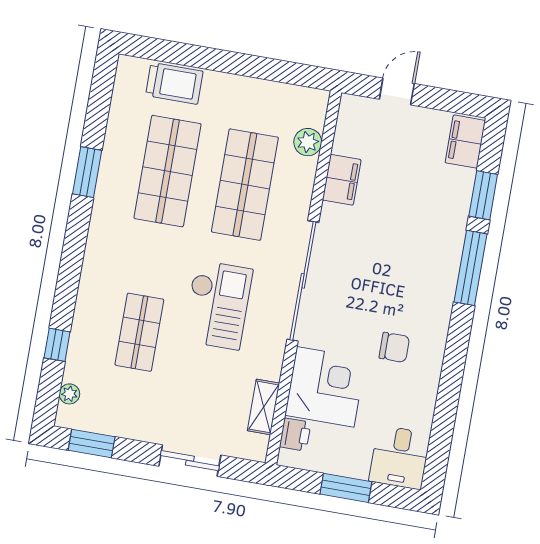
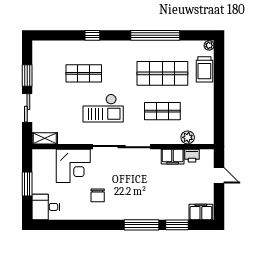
window: (87, 172) -> (155, 35), width x2.11
shop shelf: (245, 185) -> (162, 111), width x0.70, depth x0.74
window: (57, 345) -> (92, 35), moved
plant: (69, 394) -> (209, 45), moved
shelving: (264, 407) -> (45, 138), moved
printer: (295, 435) -> (192, 156), moved
window: (92, 443) -> (27, 75), moved

